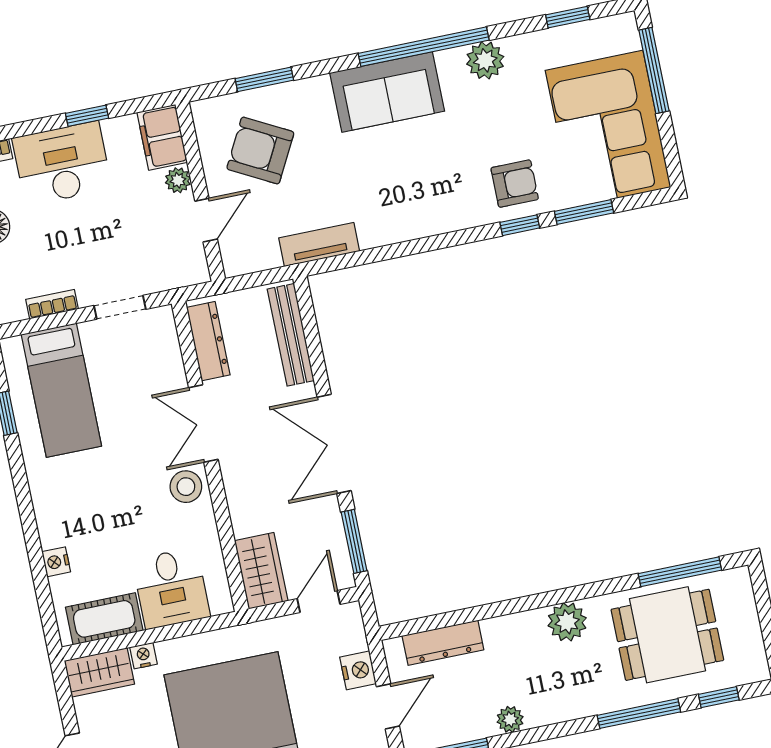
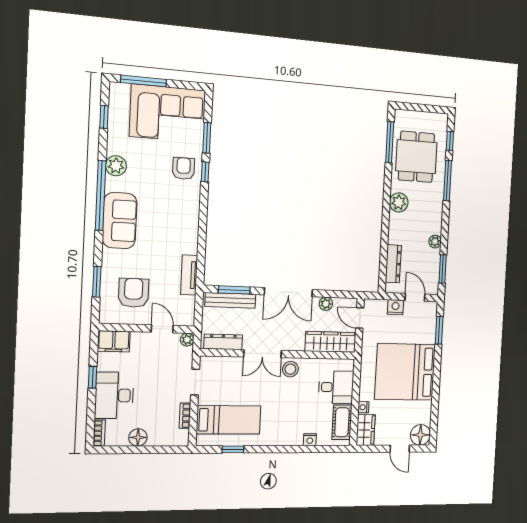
armchair: (260, 151) -> (134, 293), turned 152
plant: (178, 180) -> (187, 340), moved
plant: (330, 525) -> (326, 304), added
window: (354, 541) -> (234, 290), moved
wardrobe: (261, 571) -> (331, 342), width x1.50

